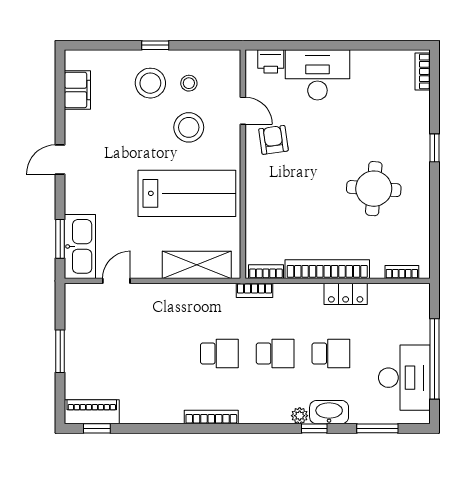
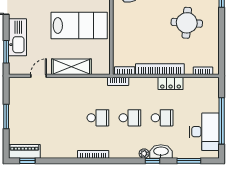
kitchen sink: (80, 246) -> (18, 37), moved
shelving: (197, 265) -> (71, 67), moved

